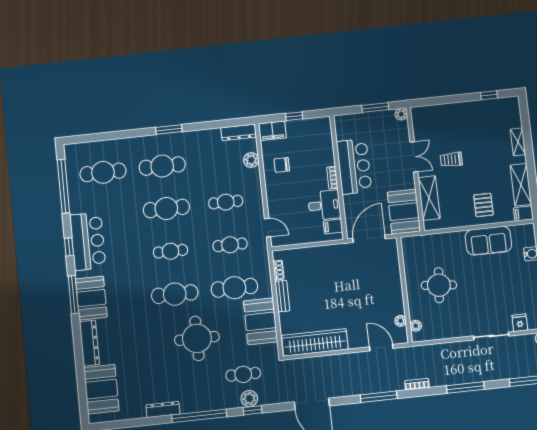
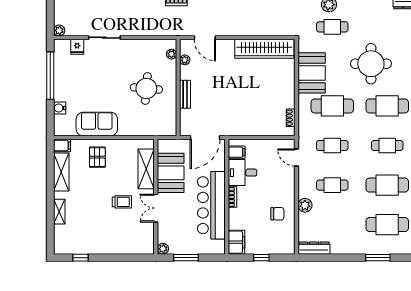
filing cabinet: (272, 131) -> (236, 242), moved, turned 90
plant: (251, 160) -> (305, 205), moved
bar counter: (354, 166) -> (211, 205), width x1.36
booth: (404, 212) -> (171, 173), moved
bench: (282, 296) -> (185, 94), moved

